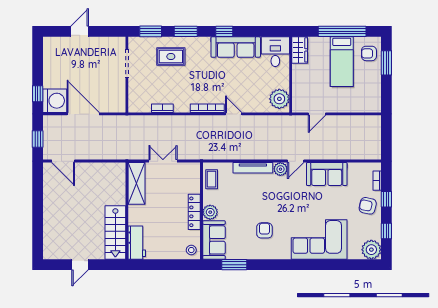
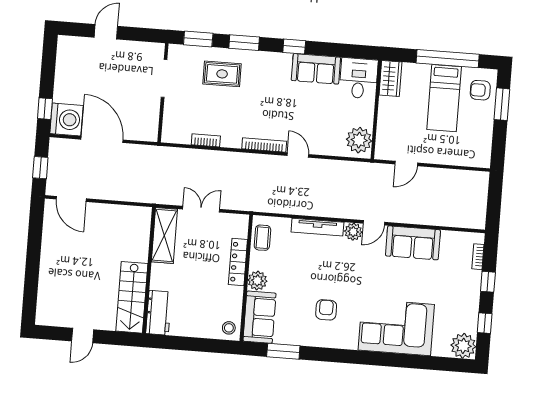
sofa: (236, 47) -> (316, 69), width x0.73
armchair: (368, 206) -> (463, 288), removed
locker: (194, 212) -> (238, 262), moved

